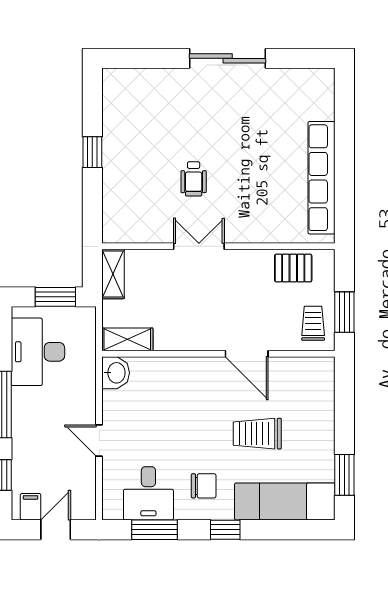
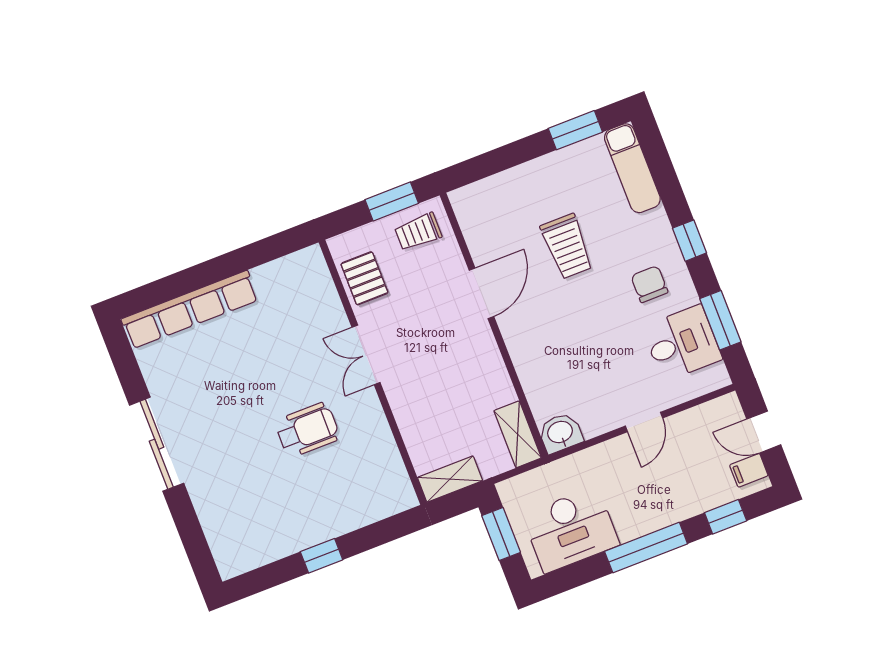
row of seats: (321, 178) -> (190, 309), moved
wheelchair: (194, 179) -> (307, 430), width x1.36, depth x1.37
double door: (199, 246) -> (366, 355), moved
exam couch: (285, 501) -> (632, 168), width x0.73, depth x0.69

